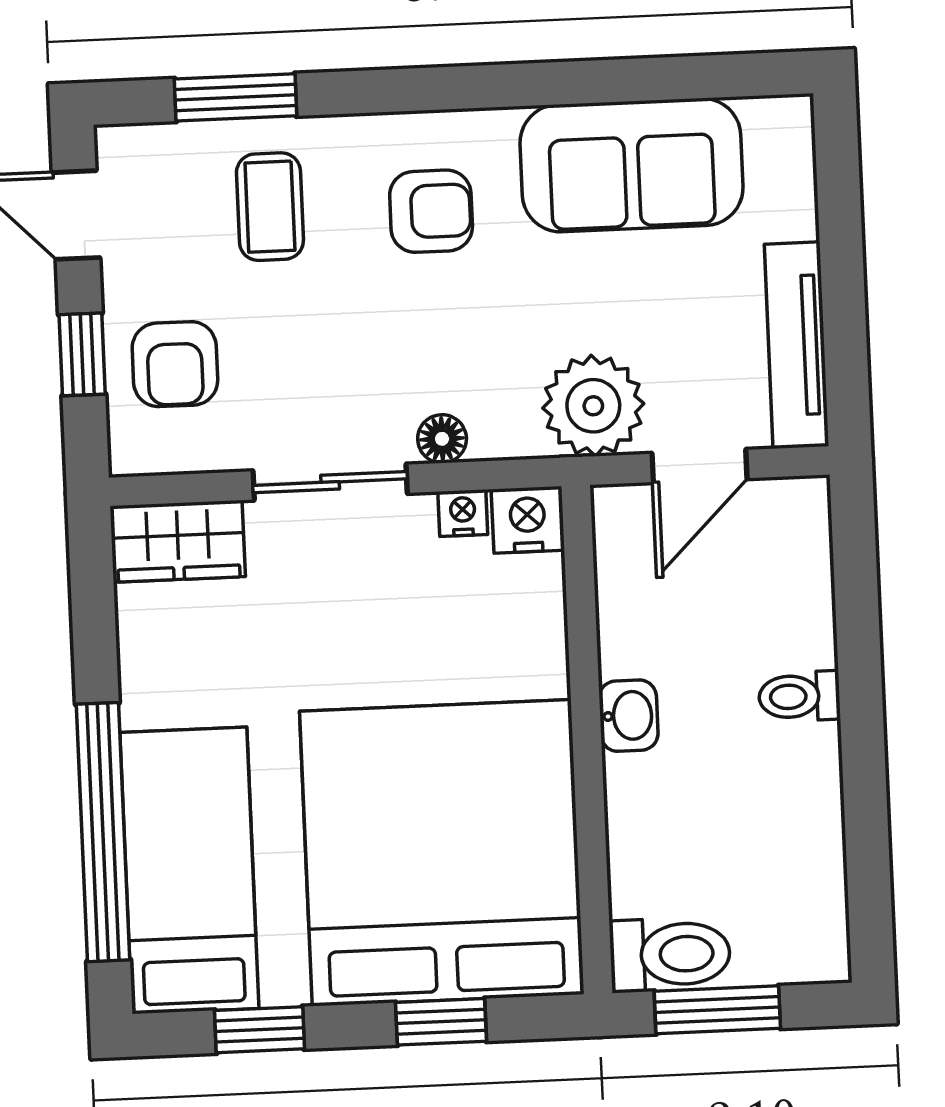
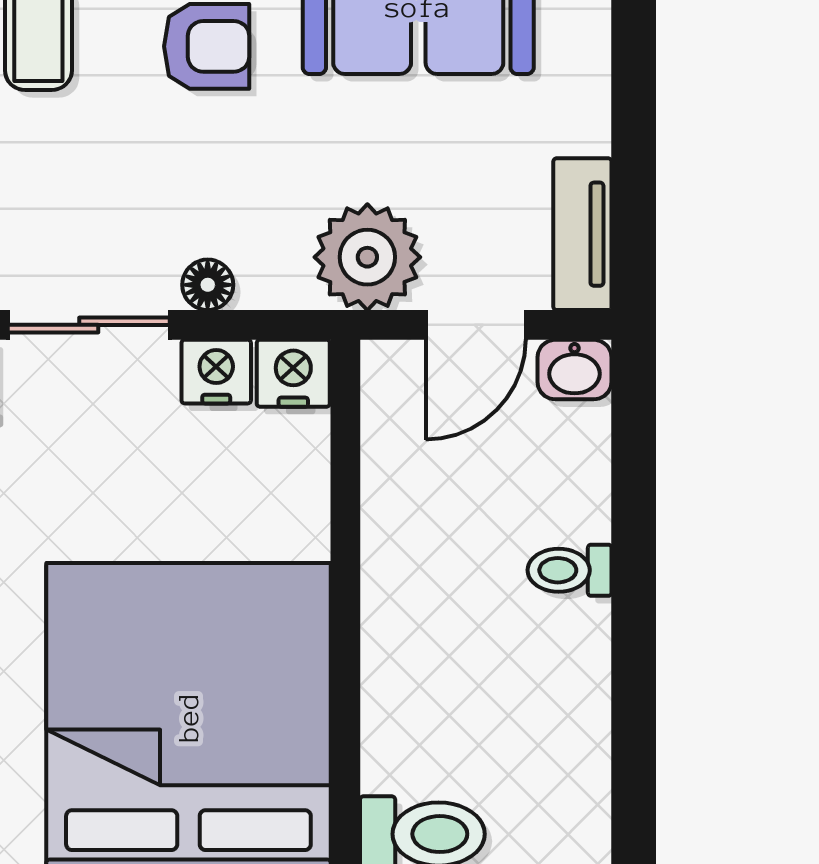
tv unit: (796, 345) -> (582, 234), width x0.71
nightstand: (463, 513) -> (216, 372), width x1.39, depth x1.35
washbasin: (629, 716) -> (574, 370), moved, turned 90

